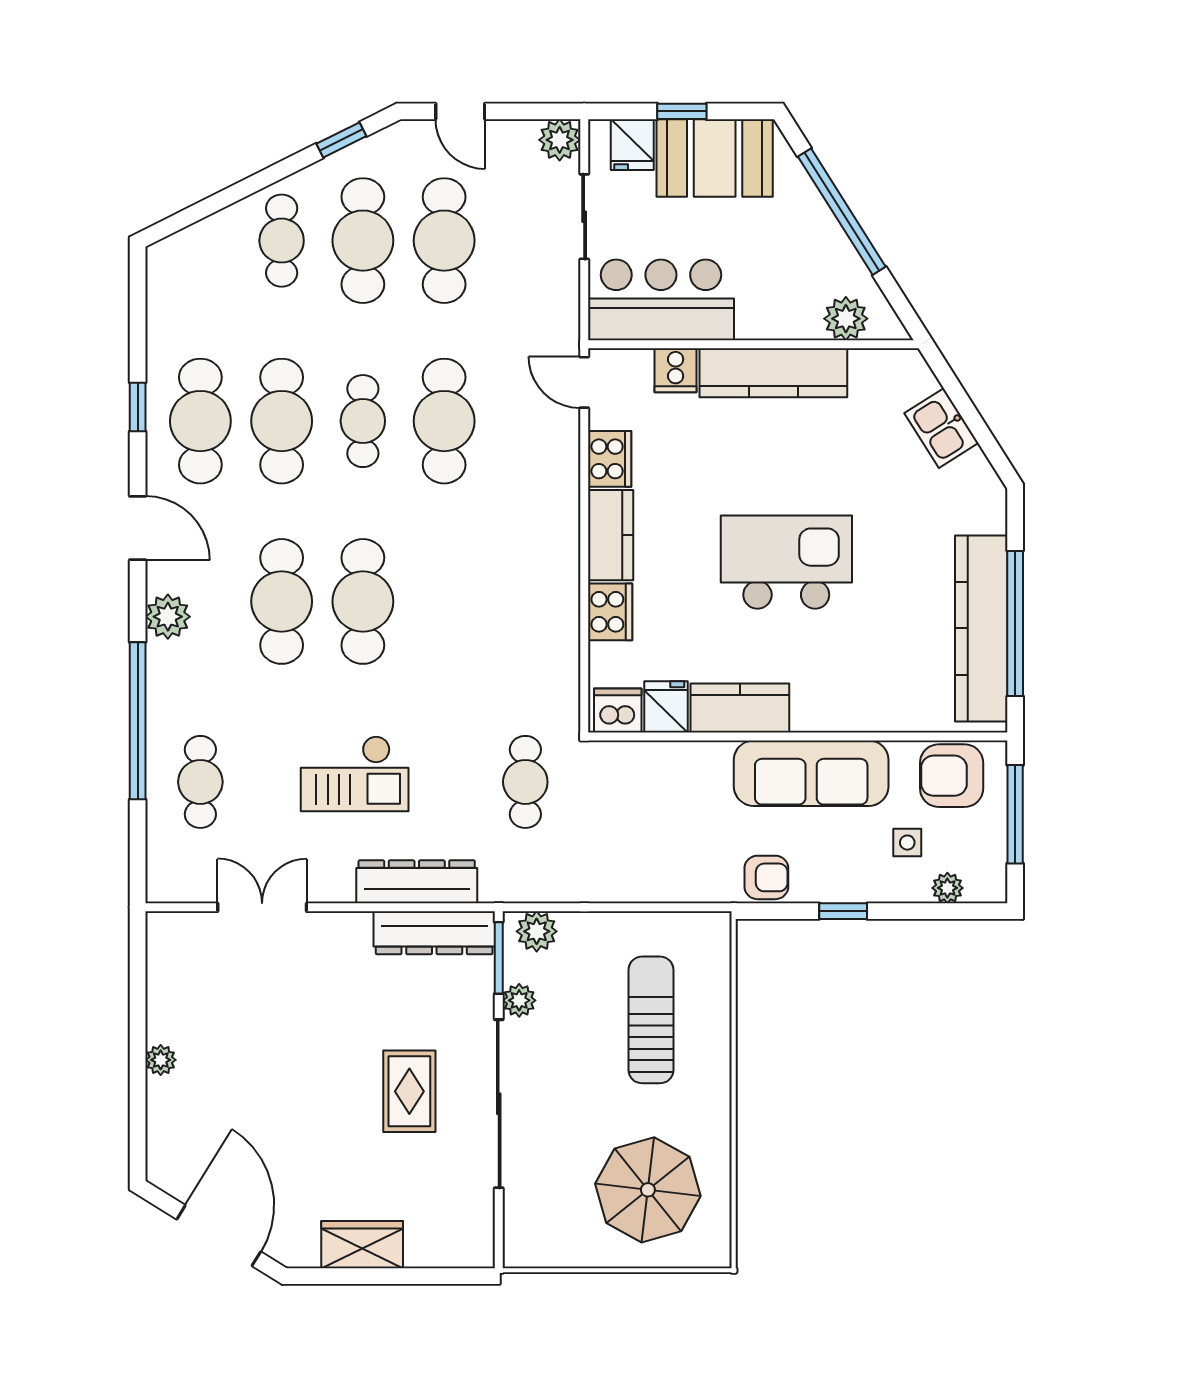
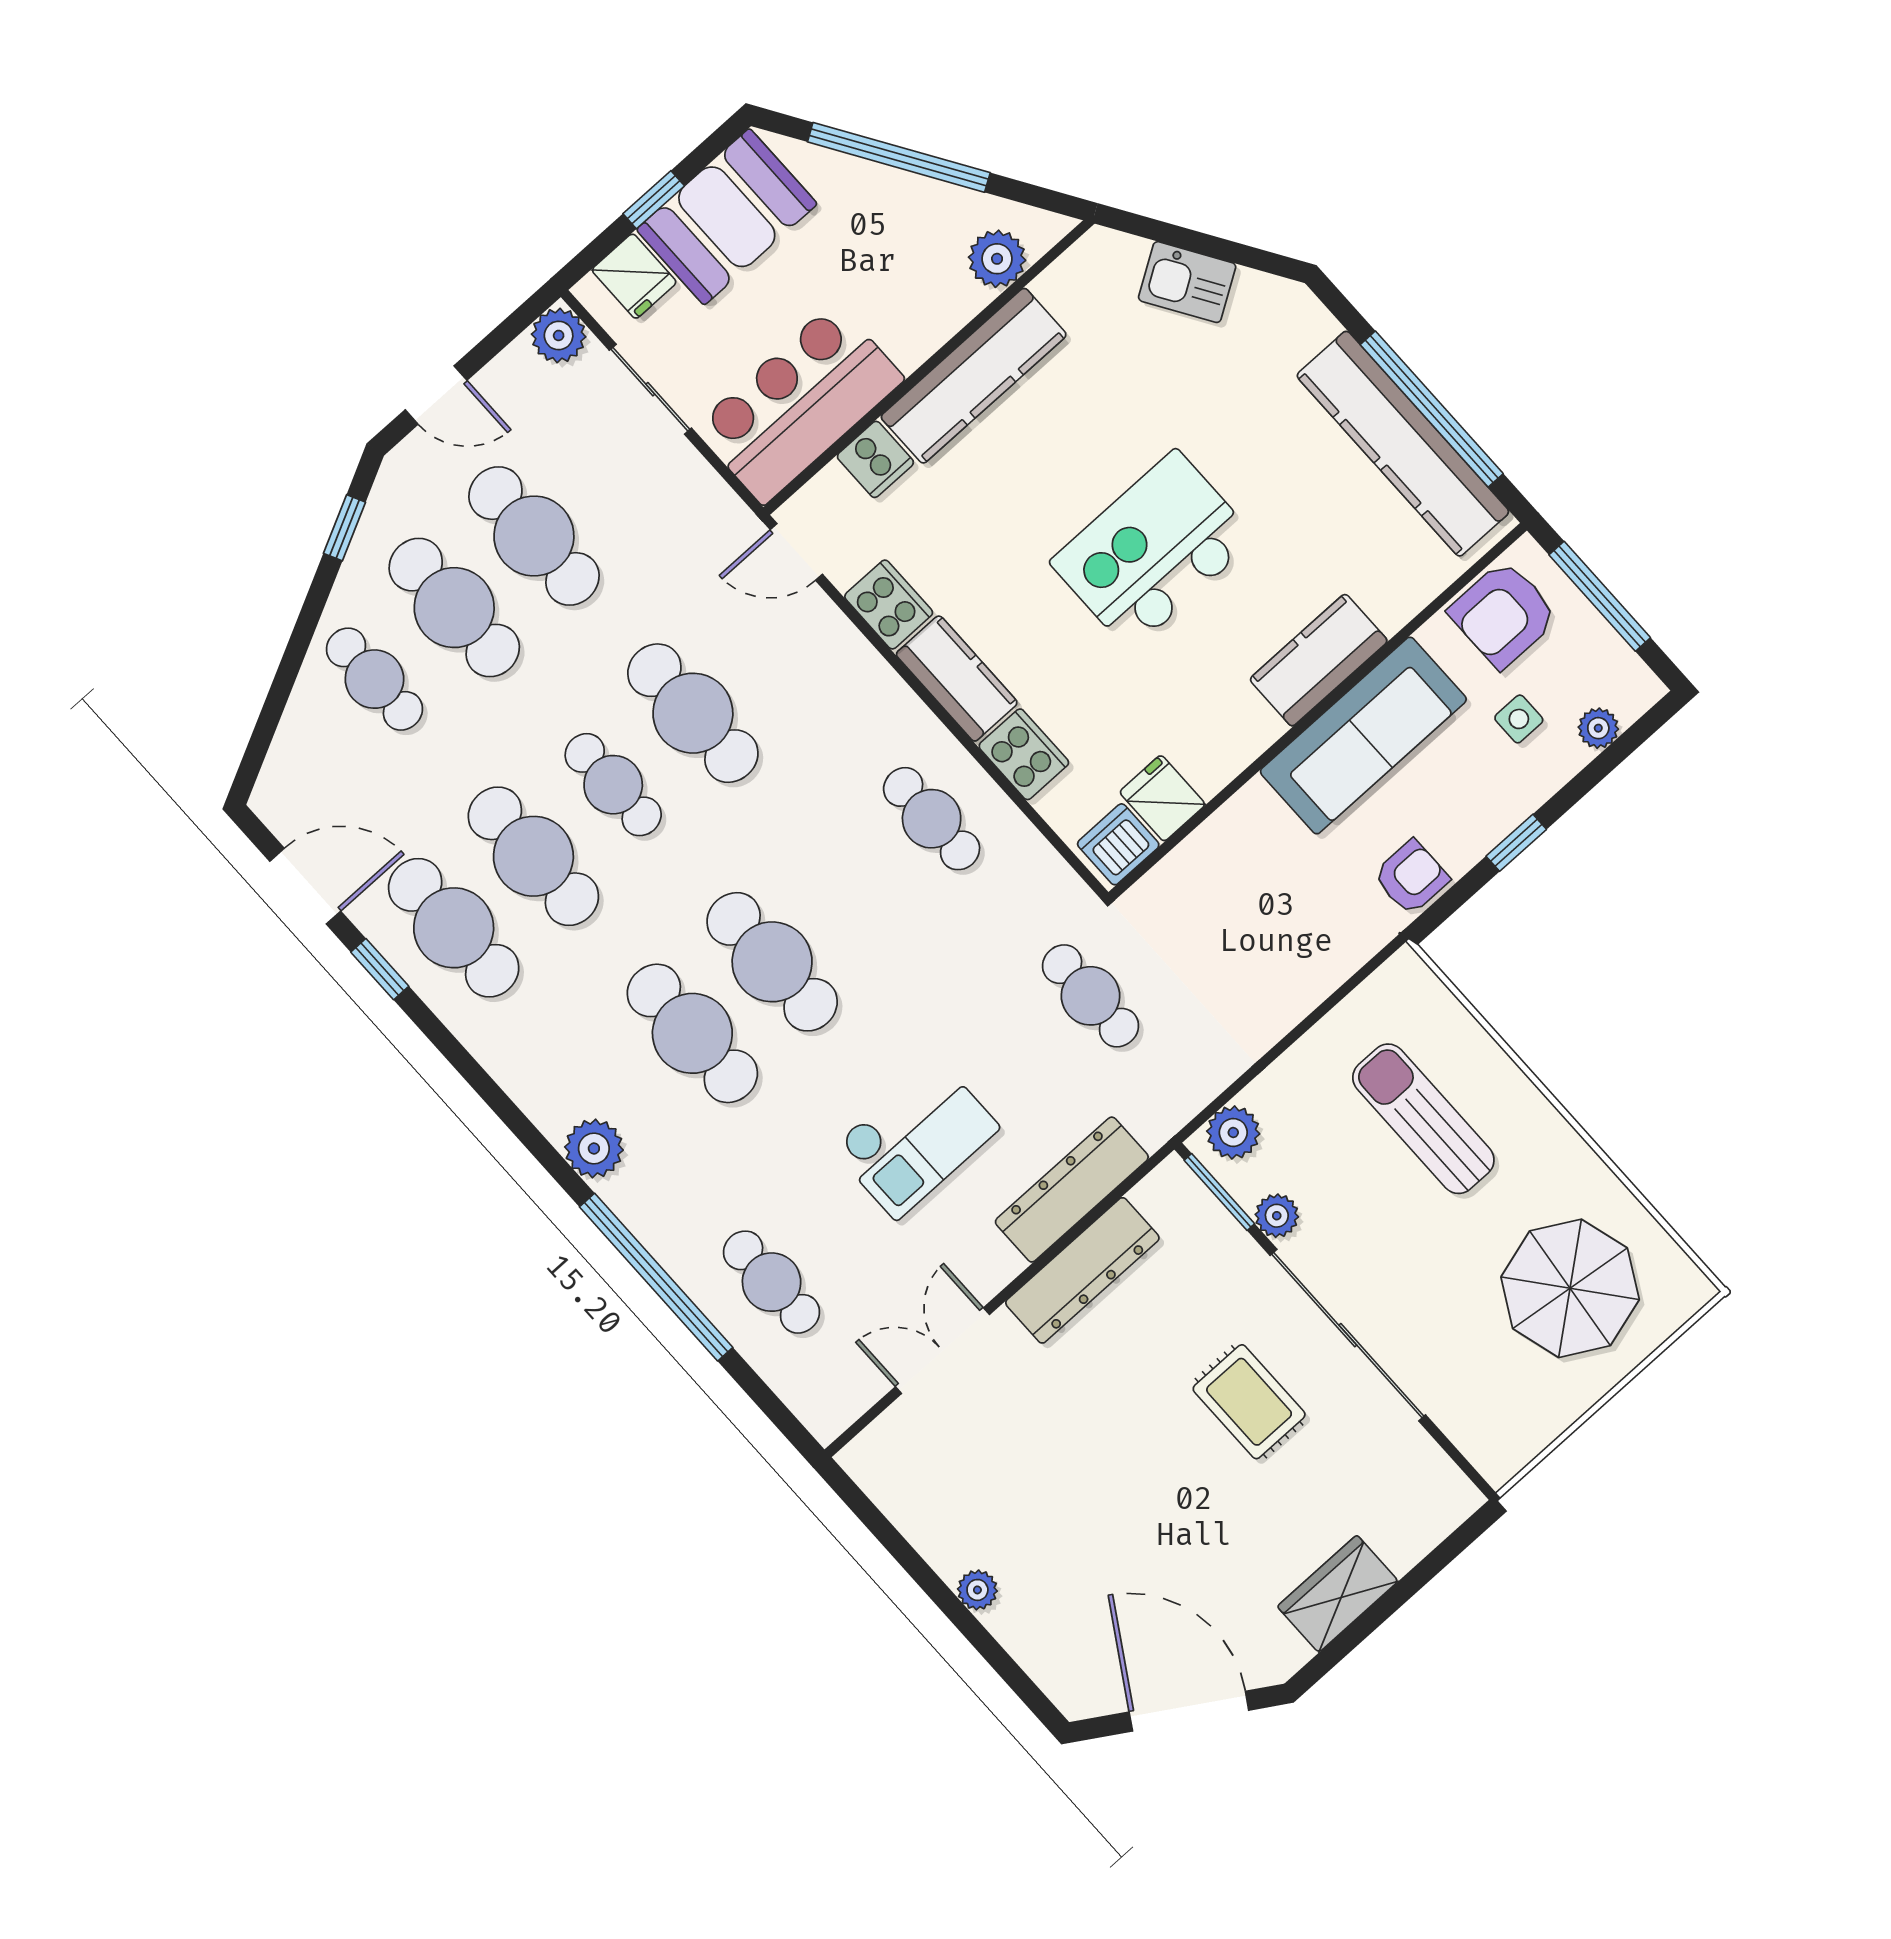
door: (138, 528) -> (305, 886), moved
cafe table: (525, 601) -> (932, 819), added
kitchen counter: (740, 708) -> (1319, 660), moved
dresser: (434, 933) -> (1082, 1270), moved

